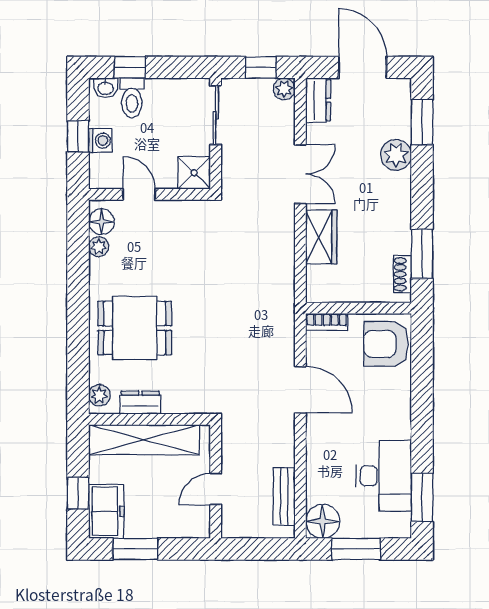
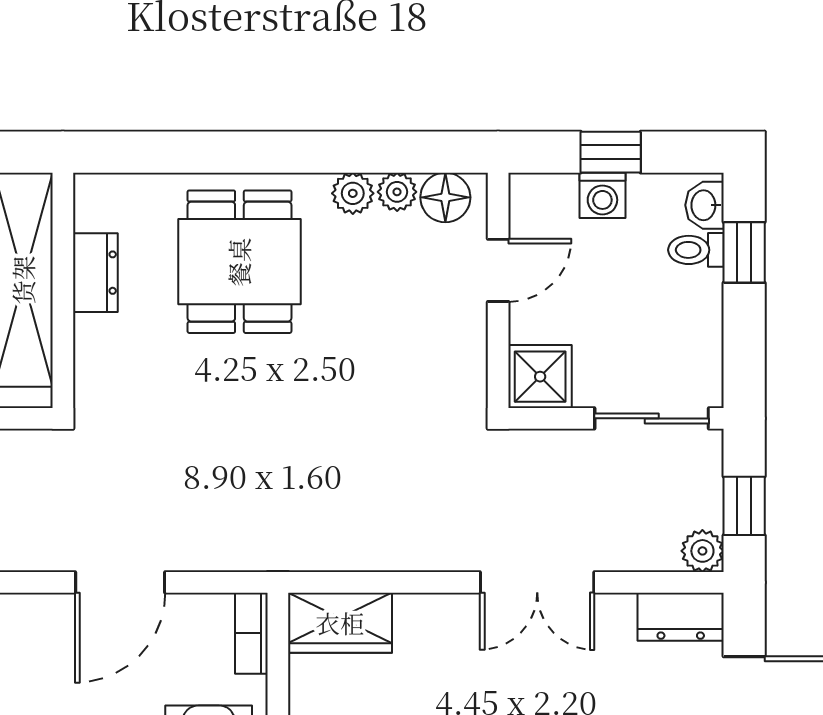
toilet: (132, 98) -> (696, 250), width x0.73, depth x0.72
wardrobe: (321, 237) -> (340, 623), moved
plant: (99, 395) -> (353, 193), moved

